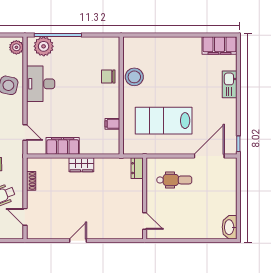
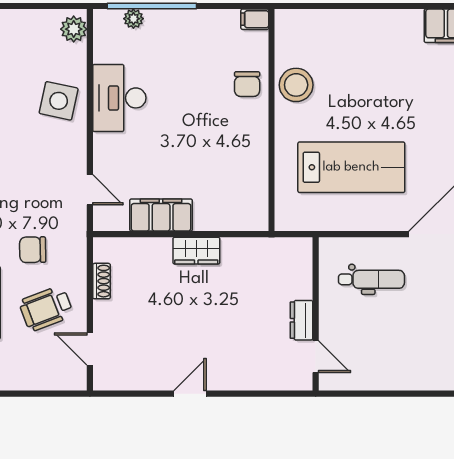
plant: (44, 46) -> (133, 19), width x0.53, depth x0.53
chair: (108, 76) -> (247, 84), turned -90
lab bench: (164, 121) -> (351, 167), turned 180
filing cabinet: (112, 124) -> (255, 19), moved
dresser: (137, 168) -> (302, 320), moved

